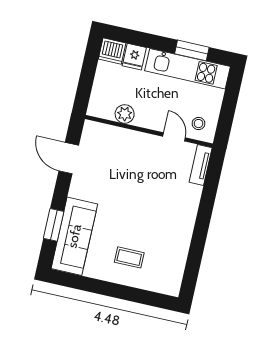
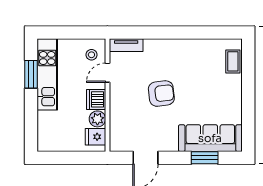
dishwasher: (112, 51) -> (96, 99), moved, turned 180
fridge: (134, 57) -> (96, 137), moved, turned 180
armchair: (137, 192) -> (161, 94), added
coffee table: (129, 257) -> (233, 61), moved

